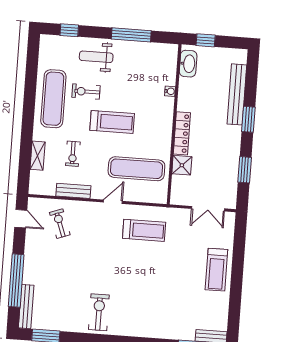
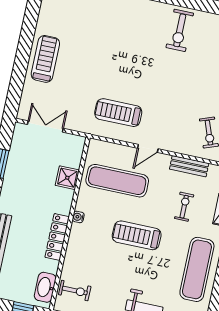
water cooler: (170, 91) -> (78, 217), moved
exercise bike: (86, 92) -> (75, 291), moved
locker: (182, 133) -> (57, 237), moved

